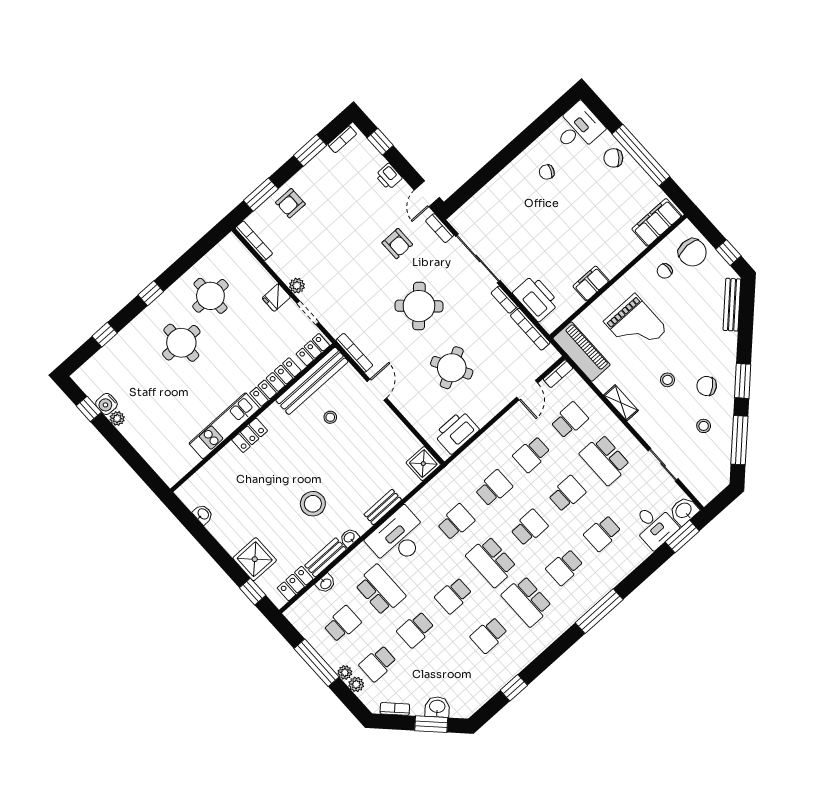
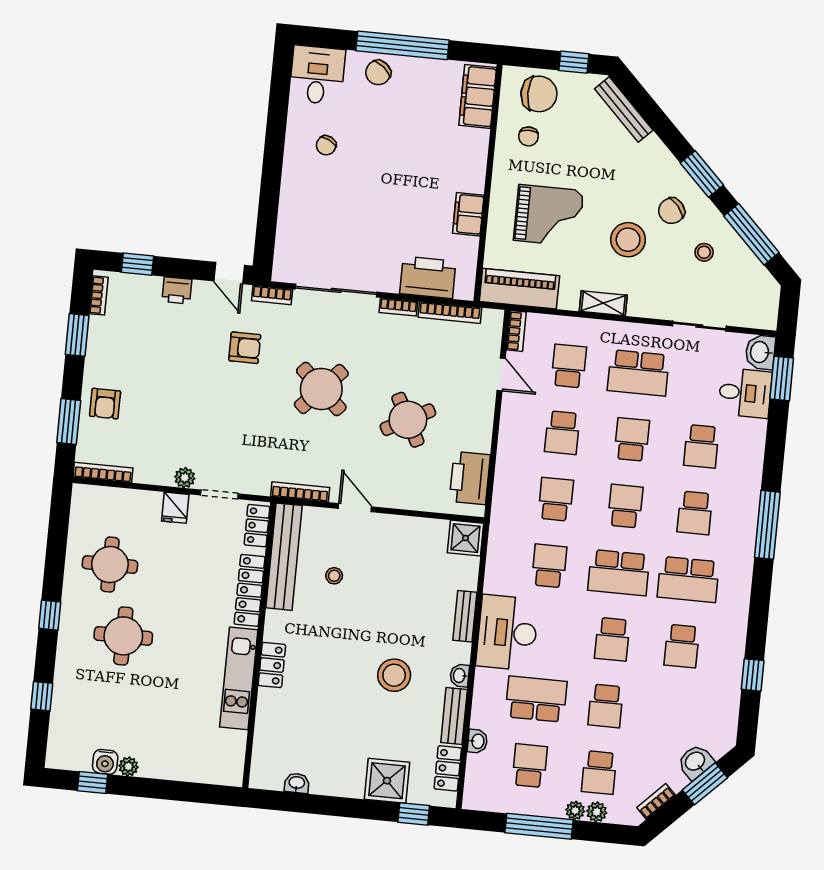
stool: (668, 380) -> (628, 240), width x1.89, depth x1.89

